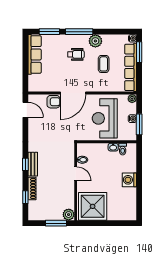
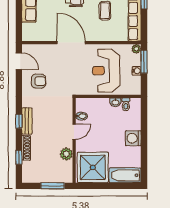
door: (73, 93) -> (71, 43), swing flipped
armchair: (53, 102) -> (39, 81), moved
window: (139, 124) -> (144, 62), moved
door: (76, 174) -> (74, 132), hinge flipped
bathtub: (122, 213) -> (125, 175), added
plant: (69, 215) -> (66, 154), moved

